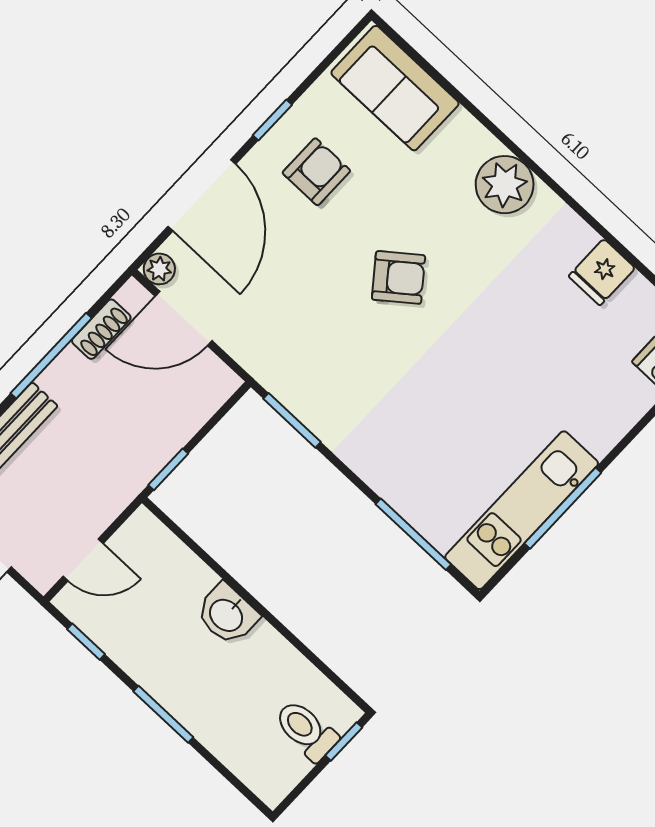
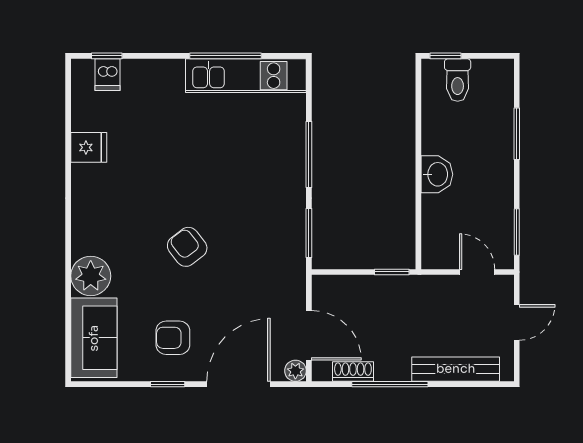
plant: (505, 185) -> (91, 276), moved
window: (413, 534) -> (309, 155), moved
window: (86, 642) -> (517, 232), width x1.50
window: (163, 714) -> (517, 134), moved

